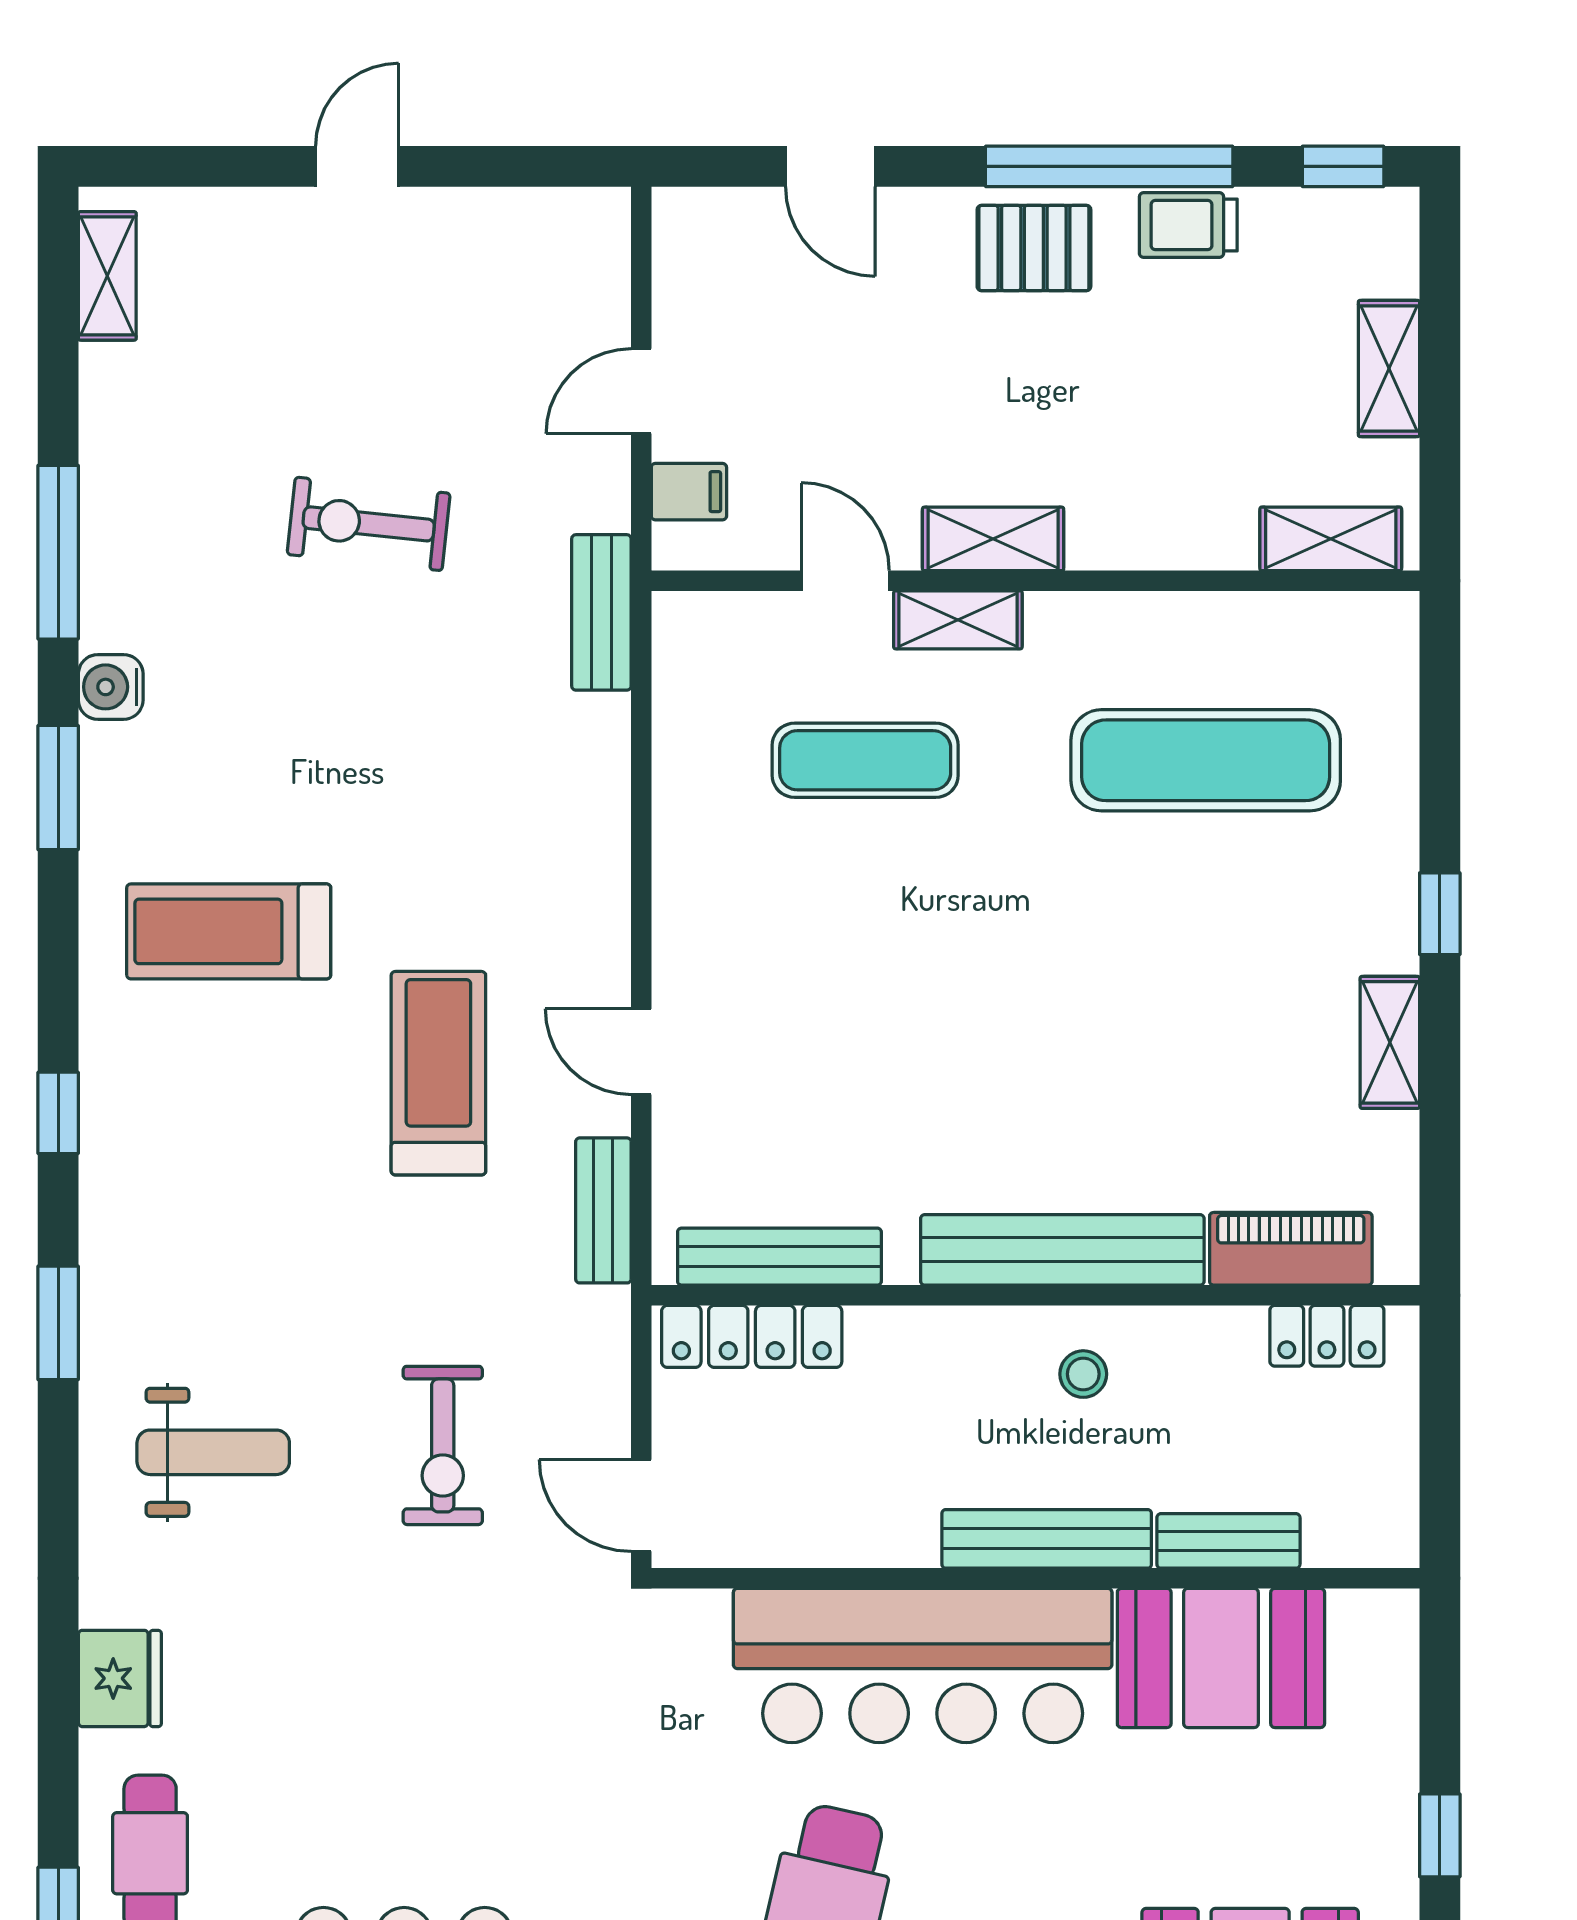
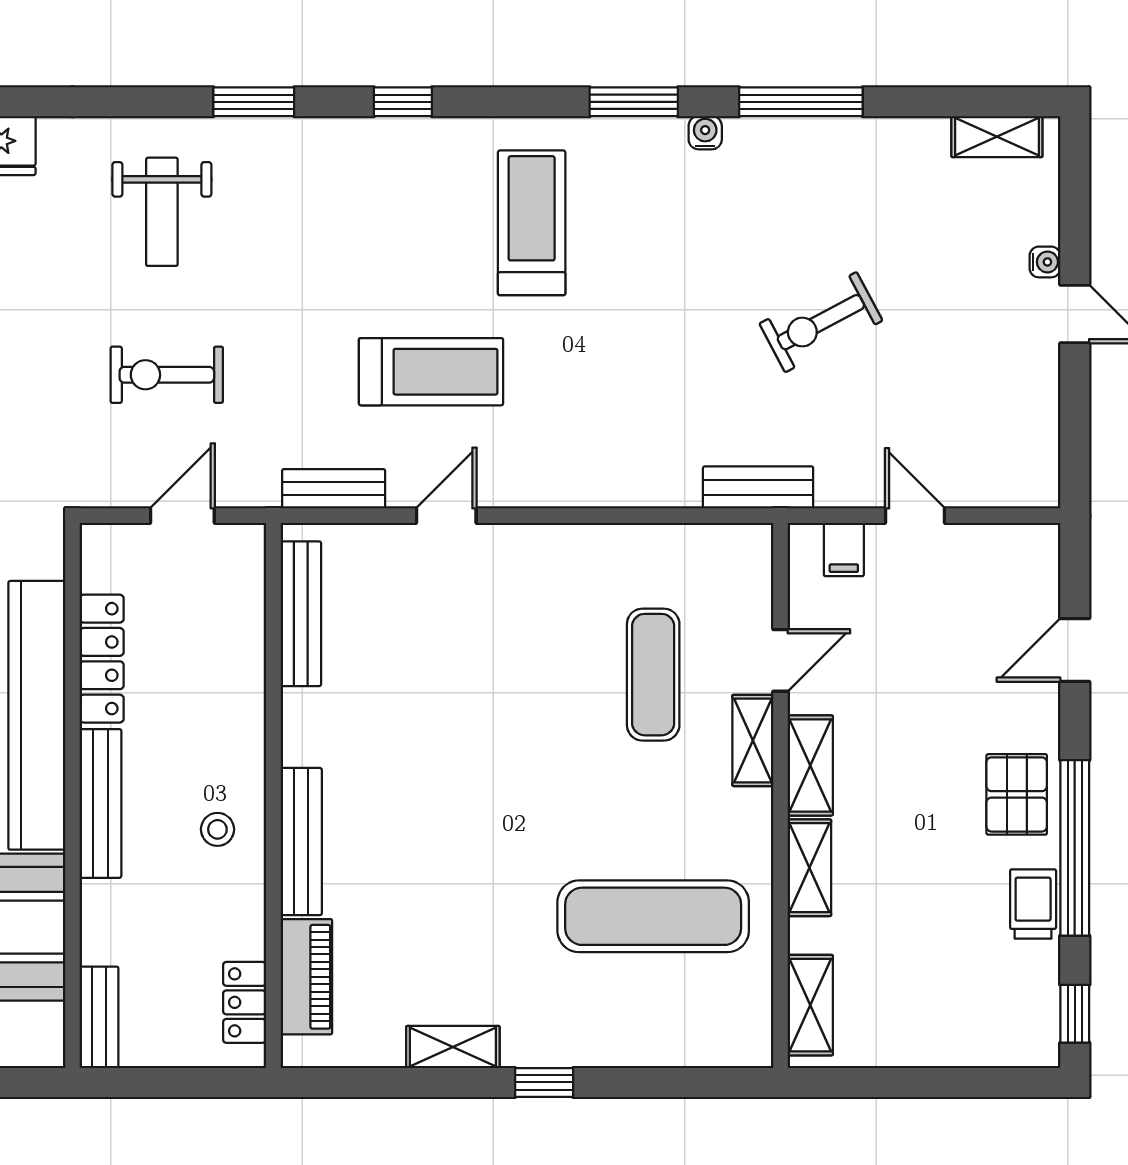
water cooler: (284, 208) -> (1045, 262), added
shelving: (1389, 368) -> (809, 868), moved, turned 90
exercise bike: (369, 524) -> (821, 322), turned -124
water cooler: (111, 687) -> (705, 133), width x0.72, depth x0.72
exercise mat: (1206, 760) -> (653, 916), turned 90
bench: (1062, 1250) -> (301, 842), width x0.73, depth x0.82
locker: (752, 1336) -> (102, 659), moved, turned 180
door: (641, 1506) -> (182, 516), moved
bench: (1228, 1541) -> (99, 1017), moved

